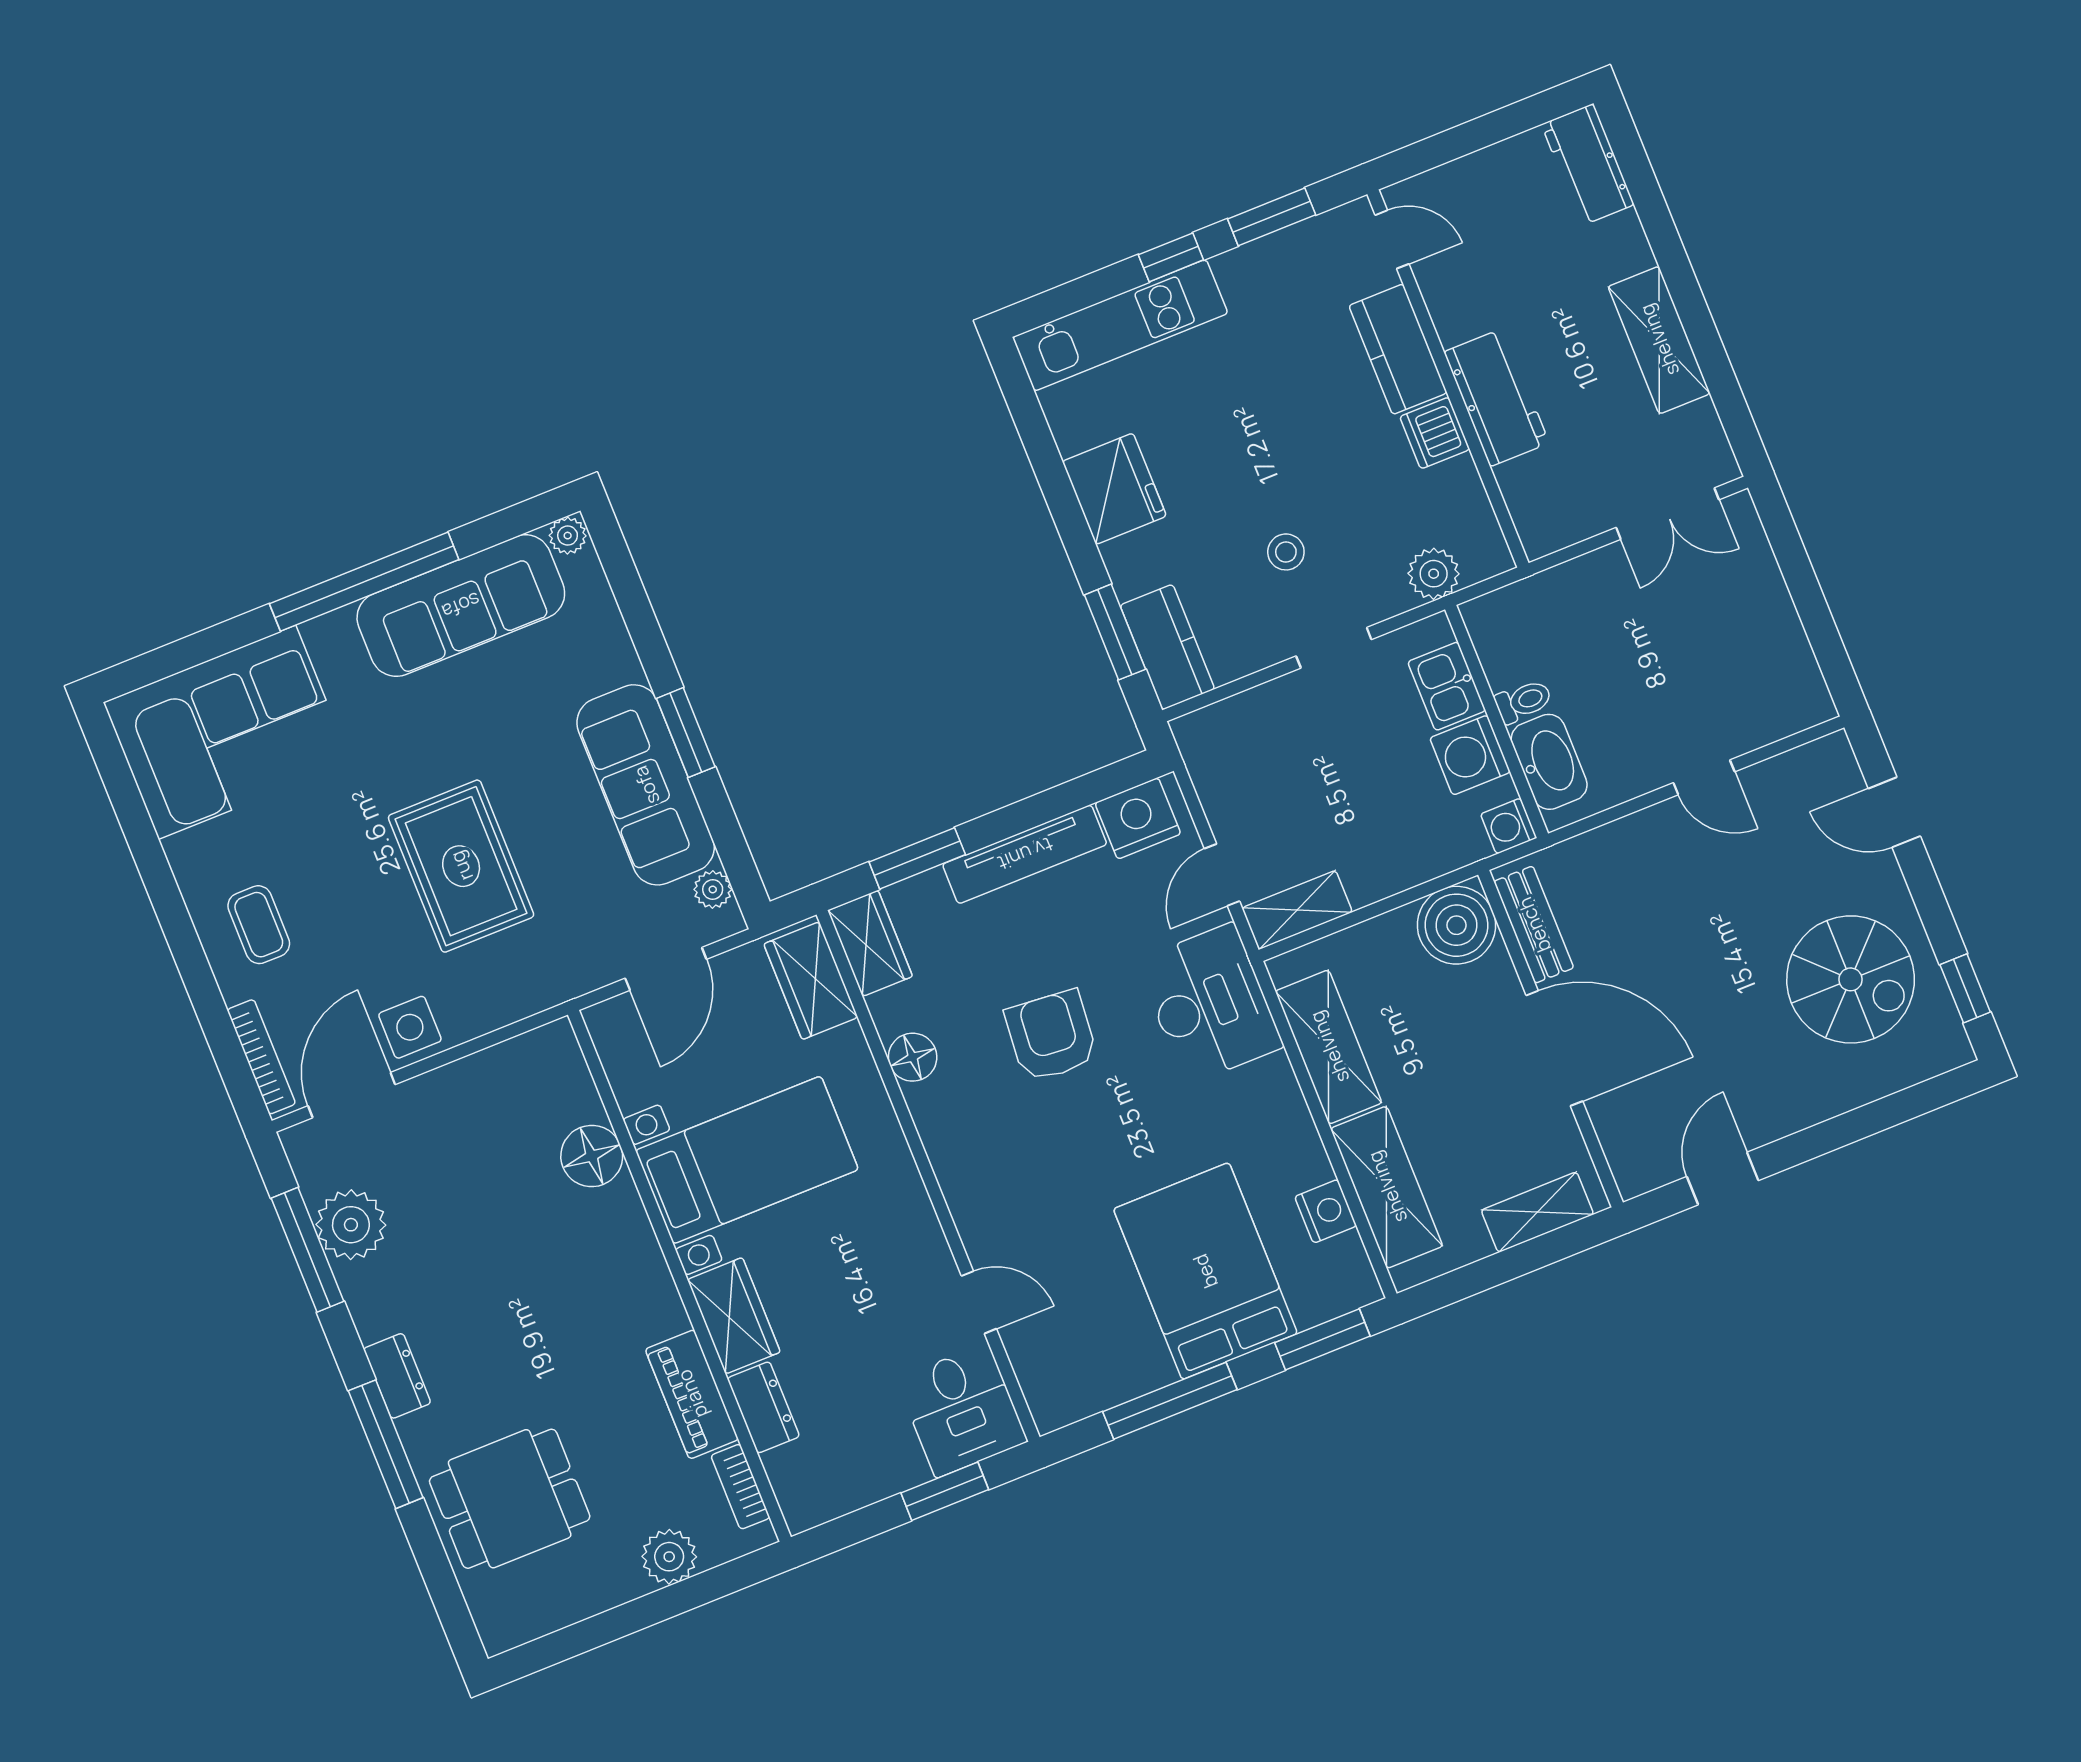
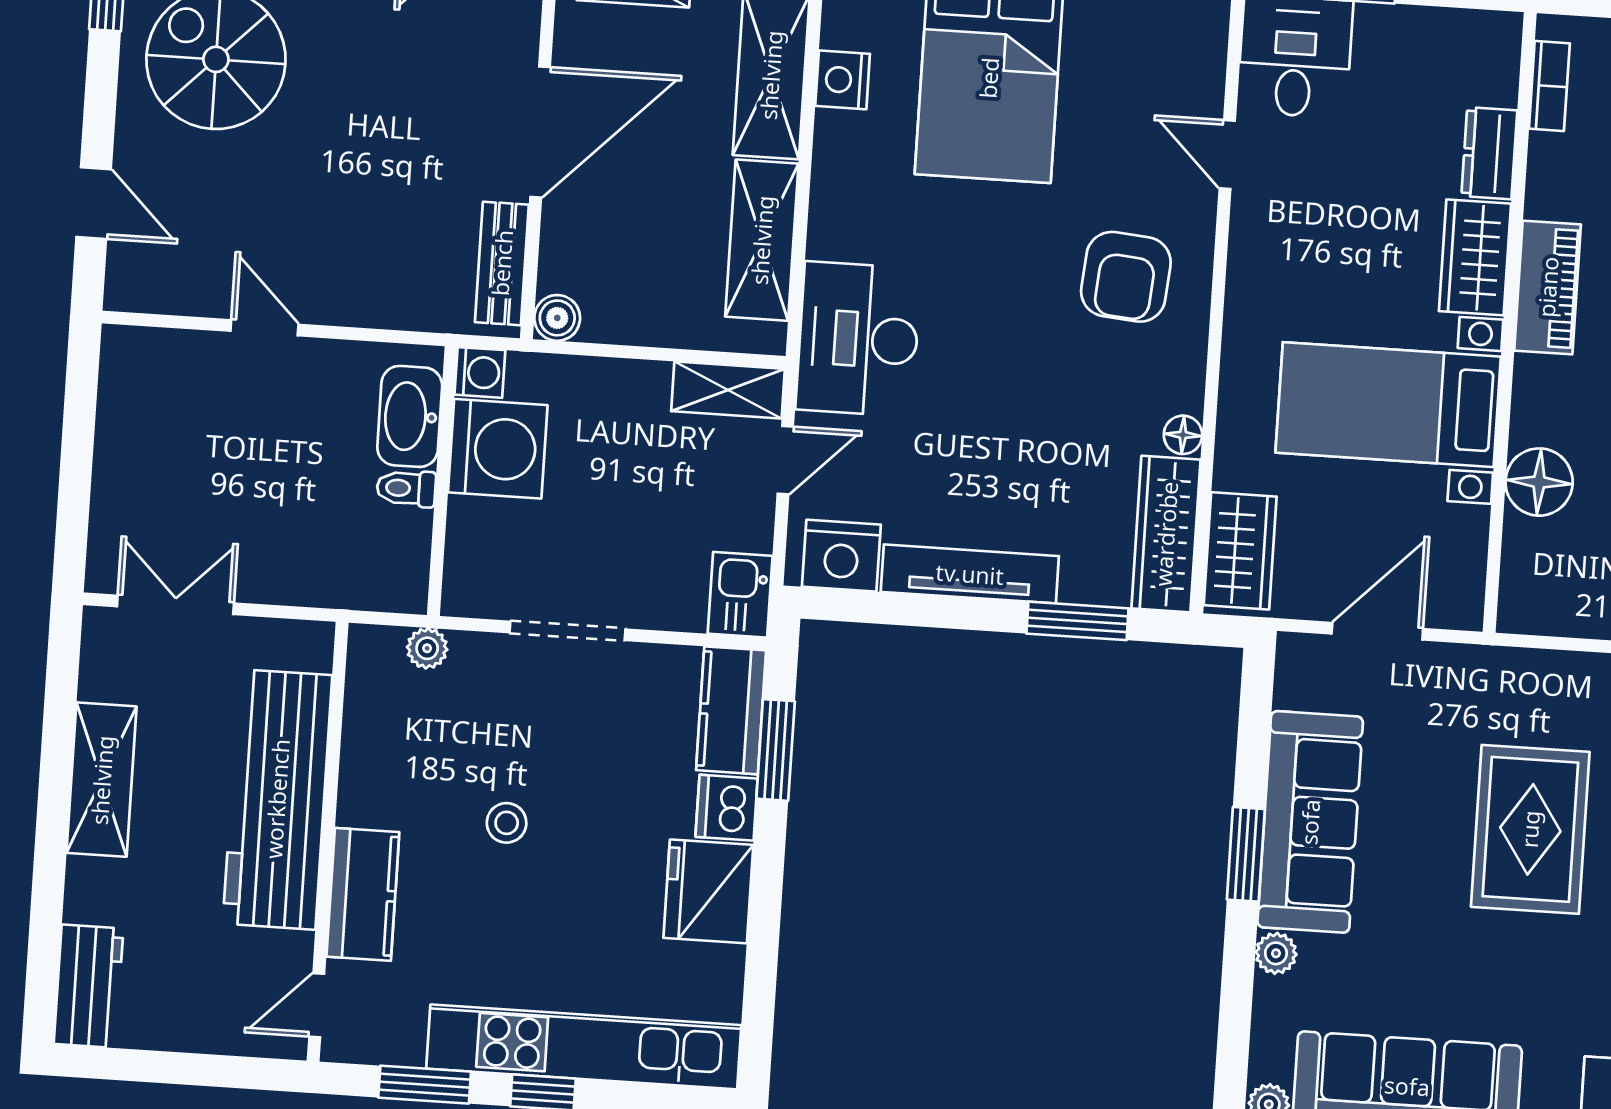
door: (1392, 239) -> (317, 1005), hinge flipped
kitchen unit: (1120, 325) -> (584, 1047), width x1.36
workbench: (1497, 397) -> (277, 799), width x1.88, depth x1.32
dishwasher: (1435, 433) -> (727, 808), moved, turned 180
stool: (1286, 552) -> (507, 823), moved
plant: (1434, 574) -> (427, 648), width x0.73, depth x0.73
doorway: (1334, 648) -> (568, 631), width x1.38
kitchen sink: (1447, 686) -> (740, 595), moved, turned 180
washing machine: (1470, 755) -> (498, 449), width x1.37, depth x1.37
plant: (713, 889) -> (1276, 953), moved
boiler: (1457, 925) -> (557, 318), width x0.54, depth x0.54
wardrobe: (870, 943) -> (1166, 534), width x1.50
armchair: (1051, 1036) -> (1126, 277), moved
door: (1554, 1048) -> (540, 132), swing flipped
floor lamp: (913, 1057) -> (1183, 435), width x0.73, depth x0.73
piano: (692, 1394) -> (1548, 287), moved

